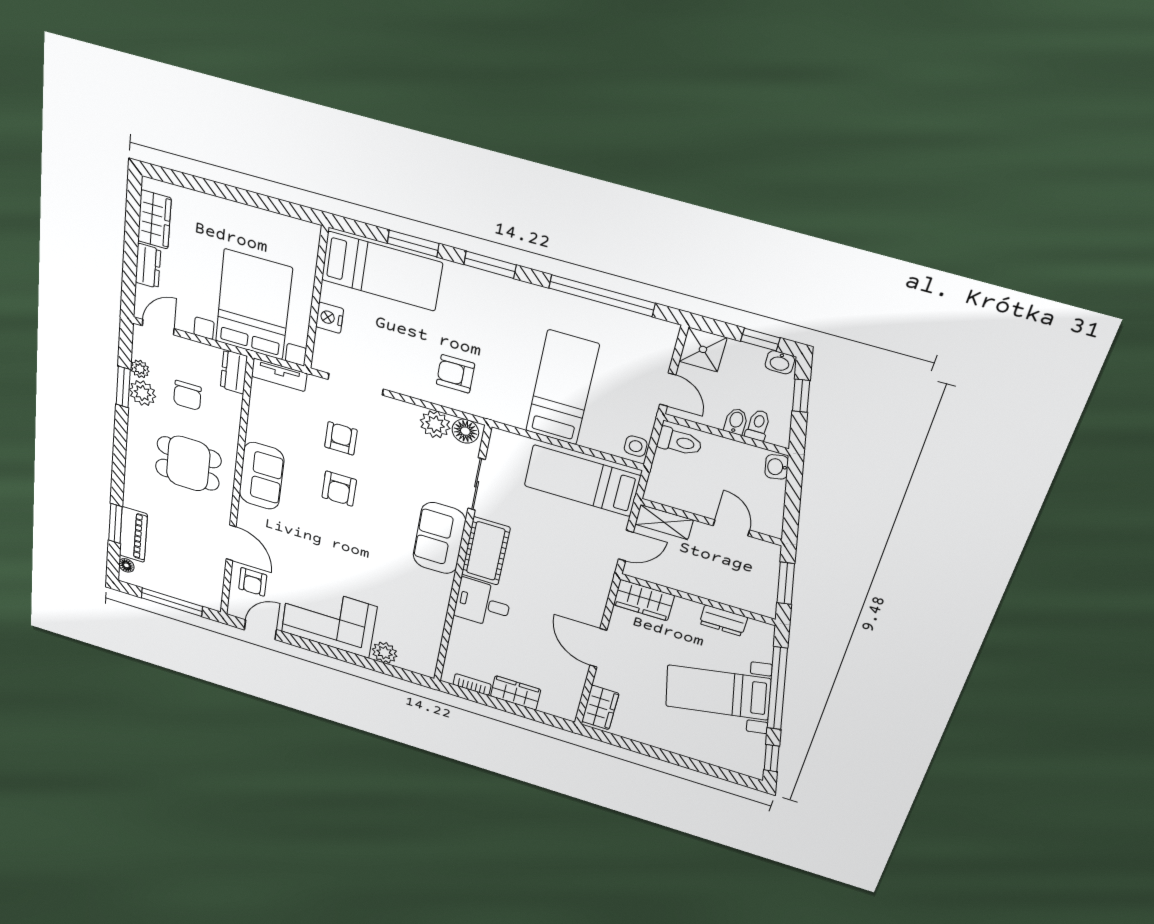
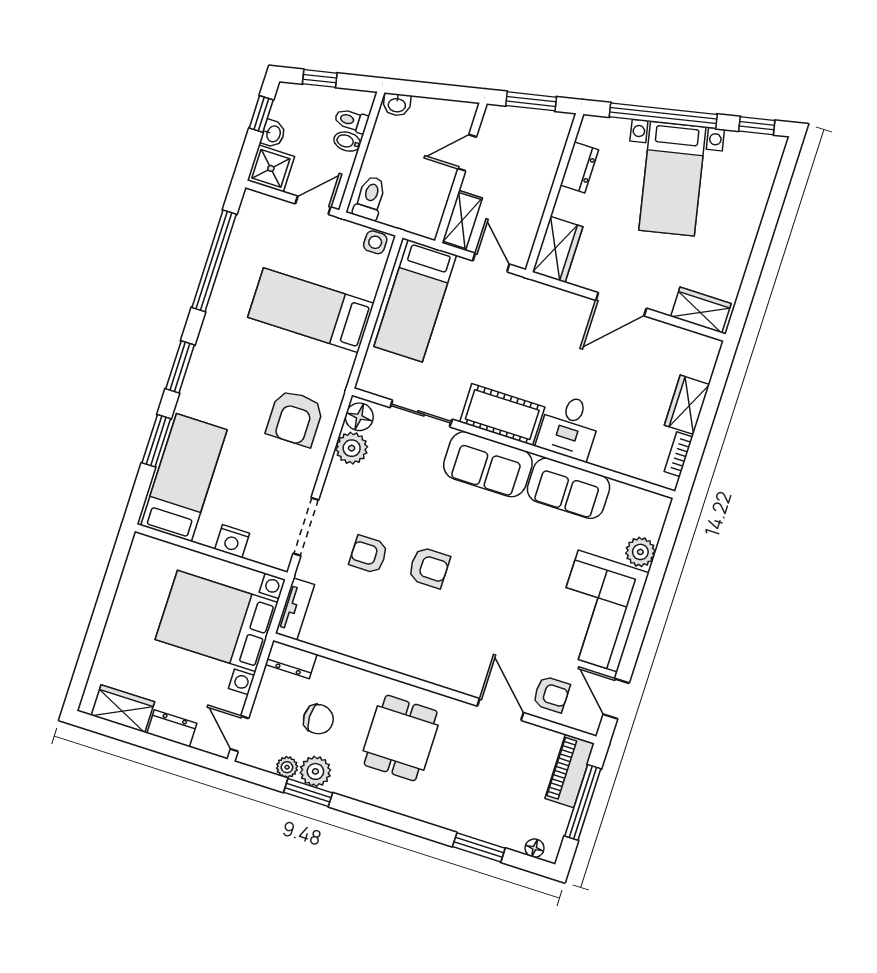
washbasin: (780, 362) -> (273, 134), moved
armchair: (455, 374) -> (295, 418), width x1.38, depth x1.38
sofa: (261, 476) -> (568, 488), moved, turned 180
piano: (133, 535) -> (570, 771), moved, turned -90
door: (231, 543) -> (500, 709), hinge flipped

